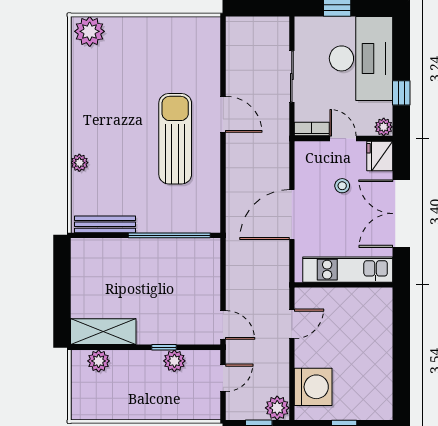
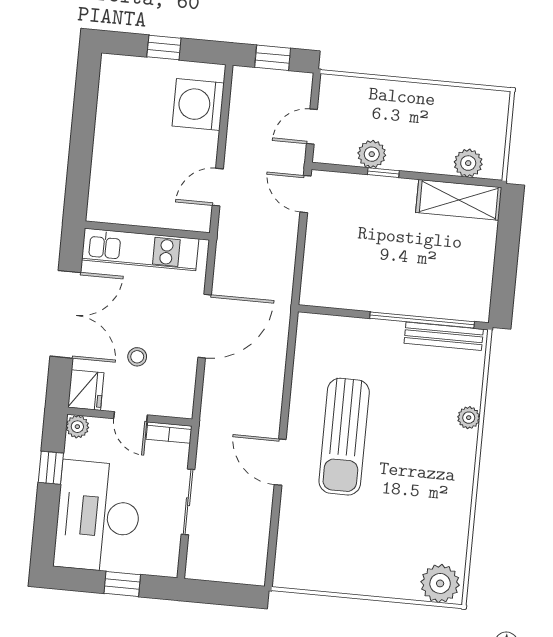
window: (169, 235) -> (422, 320), moved
plant: (277, 408) -> (247, 82), removed

